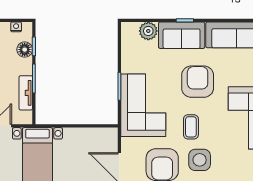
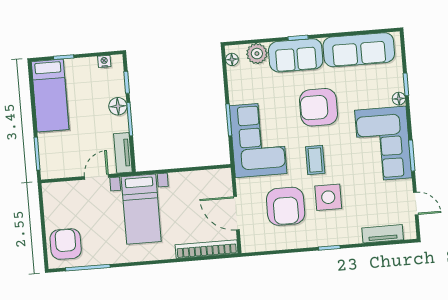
floor lamp: (126, 34) -> (232, 59), added
floor lamp: (25, 50) -> (118, 106), moved
armchair: (198, 82) -> (319, 107), turned -90
tv unit: (26, 93) -> (123, 153), moved

